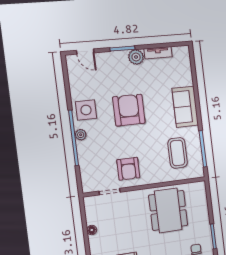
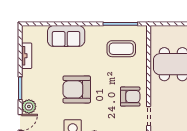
plant: (136, 57) -> (29, 106), moved
sofa: (185, 107) -> (66, 36), moved

